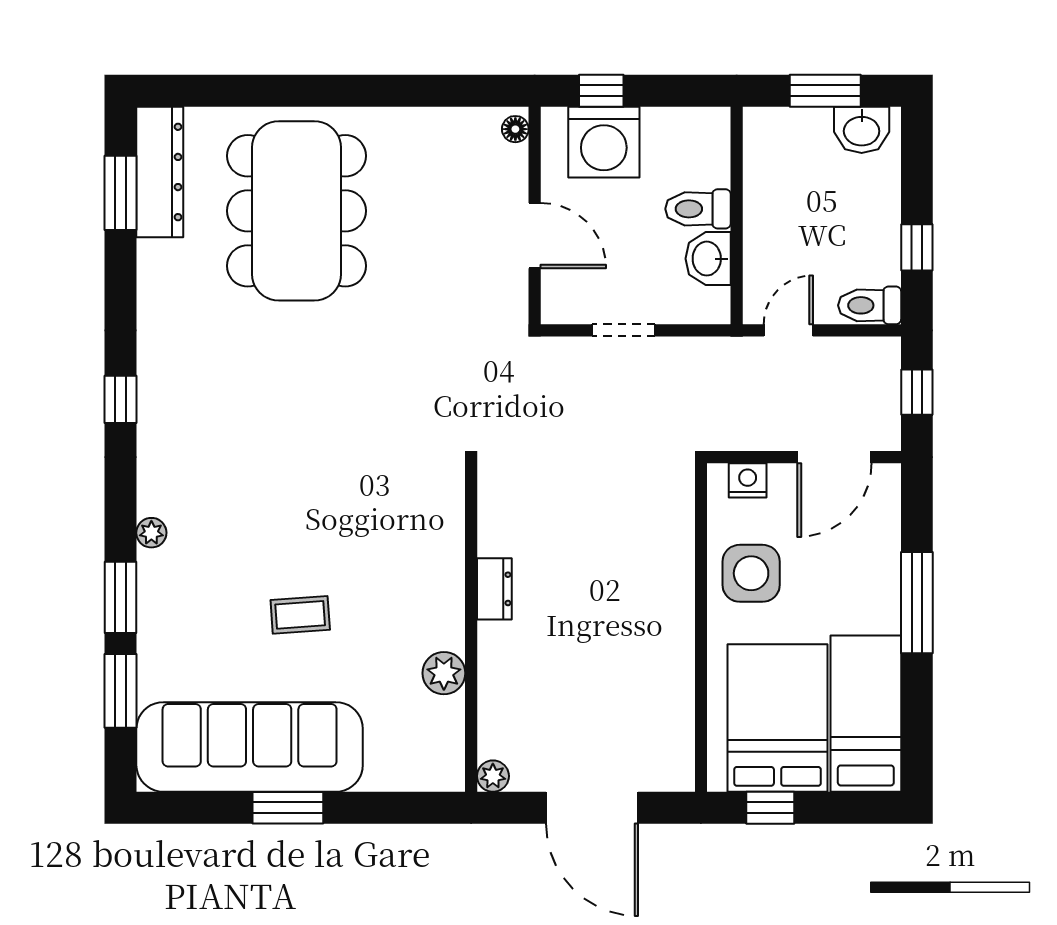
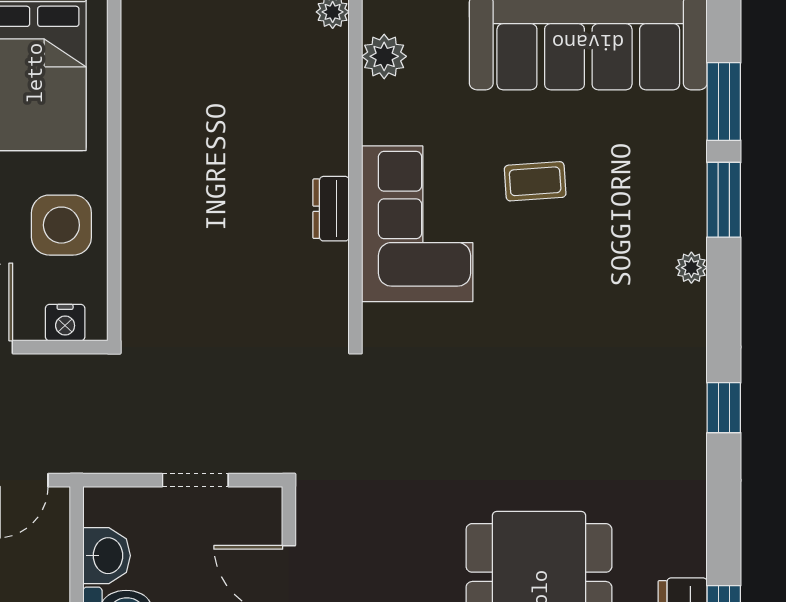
corner sofa: (412, 574) -> (417, 224), added
plant: (444, 673) -> (384, 56), moved

